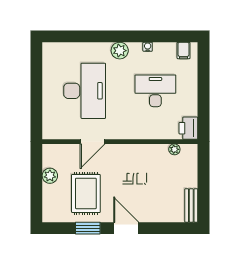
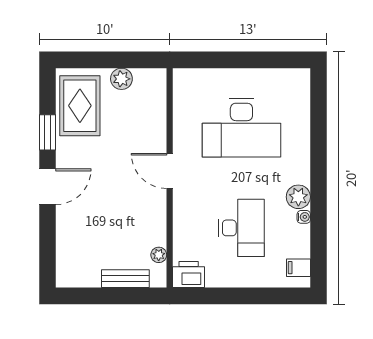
plant: (120, 51) -> (298, 197), moved
door: (93, 142) -> (170, 171), moved
rug: (86, 193) -> (80, 106), moved, turned 90
bench: (191, 205) -> (125, 279), moved

